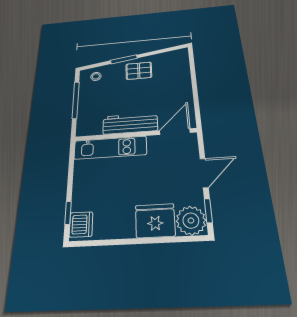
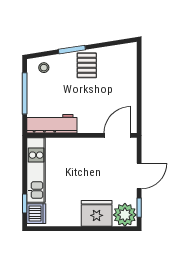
pallet: (139, 71) -> (87, 65), turned 90
workbench: (130, 124) -> (52, 124), moved
kitchen unit: (110, 148) -> (36, 170), moved, turned -90

